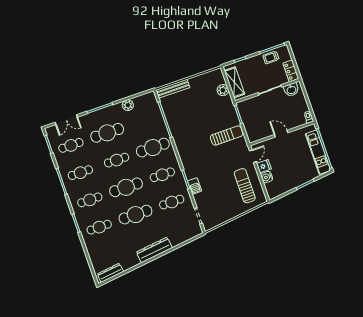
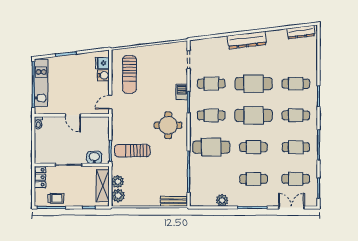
plant: (218, 78) -> (118, 195), added
bench: (173, 89) -> (174, 201), width x0.73
washbasin: (291, 90) -> (94, 157), moved
cafe table: (107, 133) -> (254, 179), width x0.73, depth x0.74
sun lounger: (227, 136) -> (132, 151), moved
round table: (196, 153) -> (168, 125), added
fridge: (264, 166) -> (102, 63), moved

